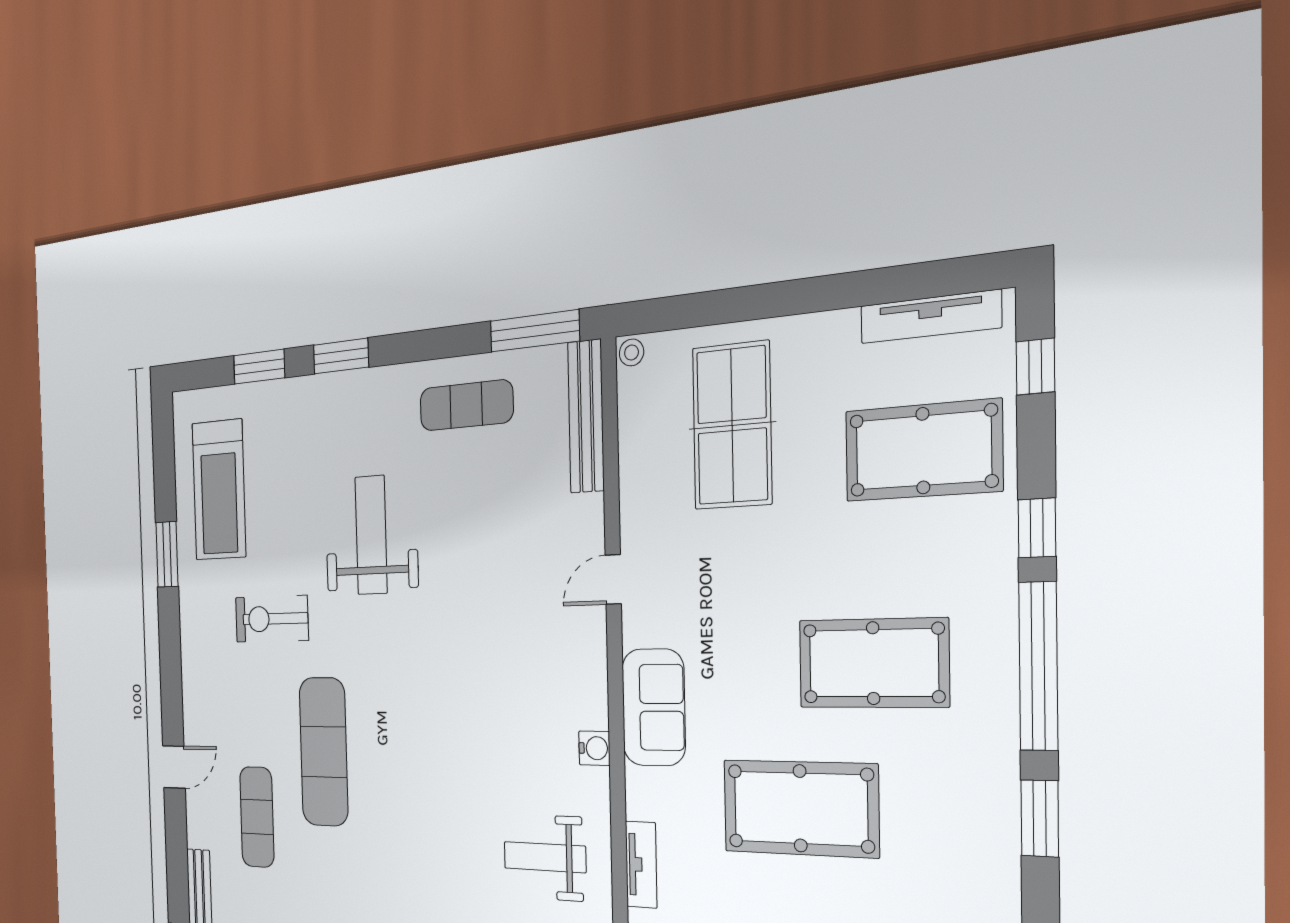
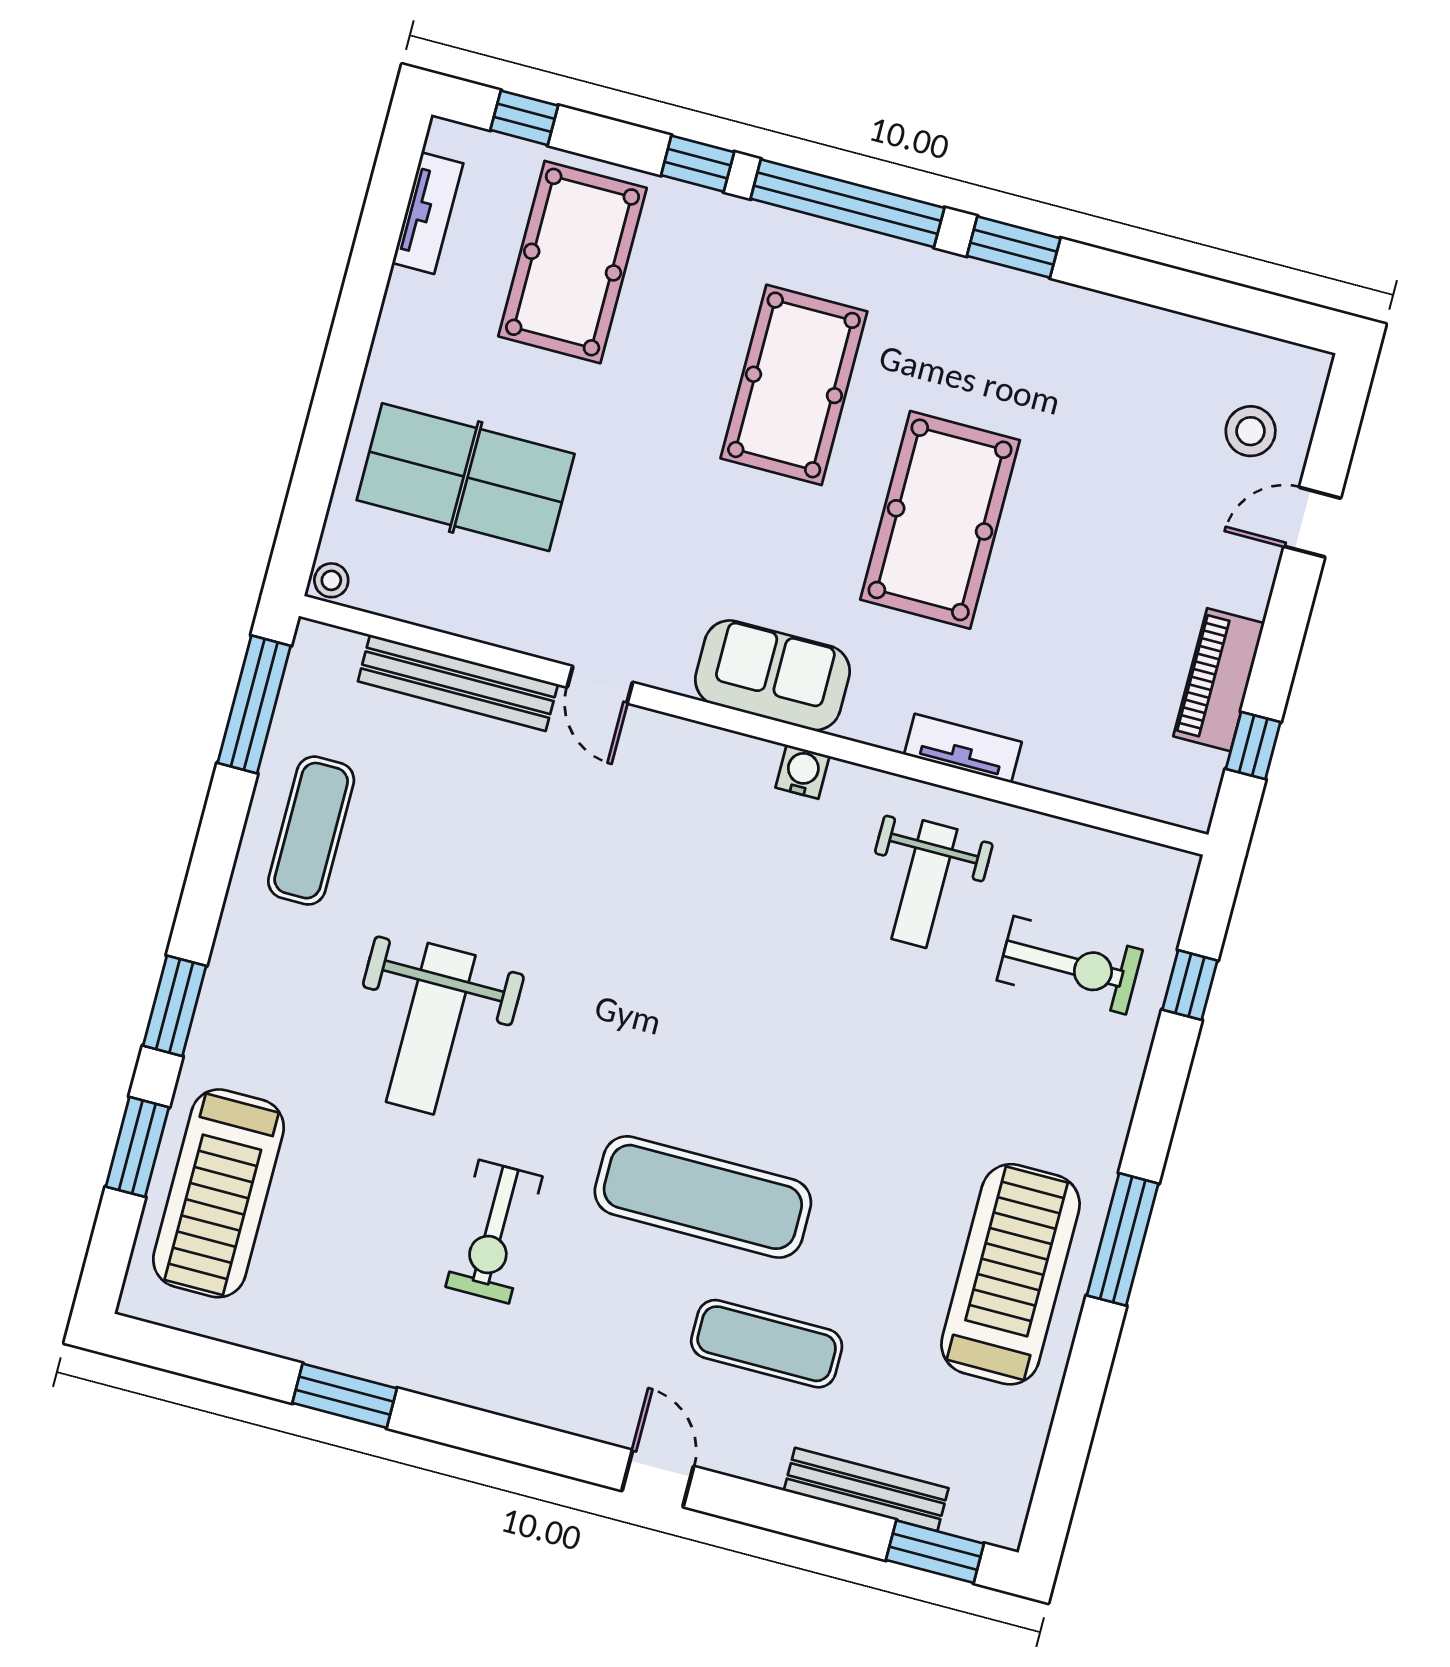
tv unit: (930, 317) -> (428, 213), width x0.71
bench: (586, 416) -> (458, 683), moved
treadmill: (219, 490) -> (219, 1193), moved, turned 90
weight bench: (371, 535) -> (431, 1029), turned -90

